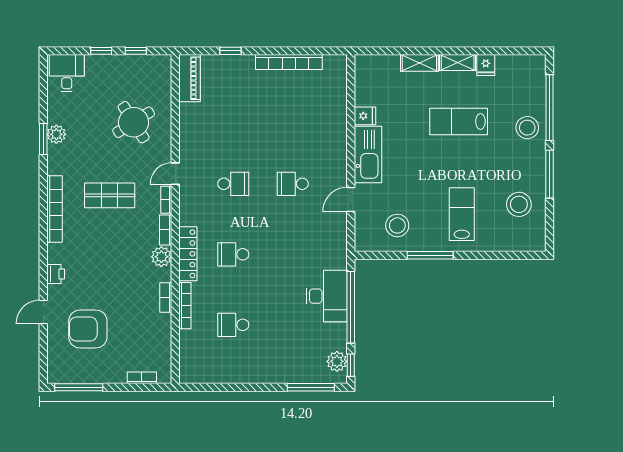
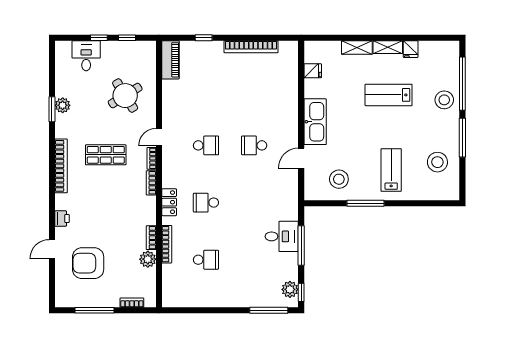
desk: (67, 73) -> (86, 56), moved
fridge: (365, 116) -> (313, 71), moved
locker: (188, 254) -> (169, 202), width x0.66
plant: (161, 257) -> (148, 259), moved
desk: (327, 296) -> (282, 236), width x0.73
window: (351, 307) -> (301, 245), width x0.68
school desk: (233, 325) -> (206, 260), turned 180
window: (79, 387) -> (95, 310), moved

